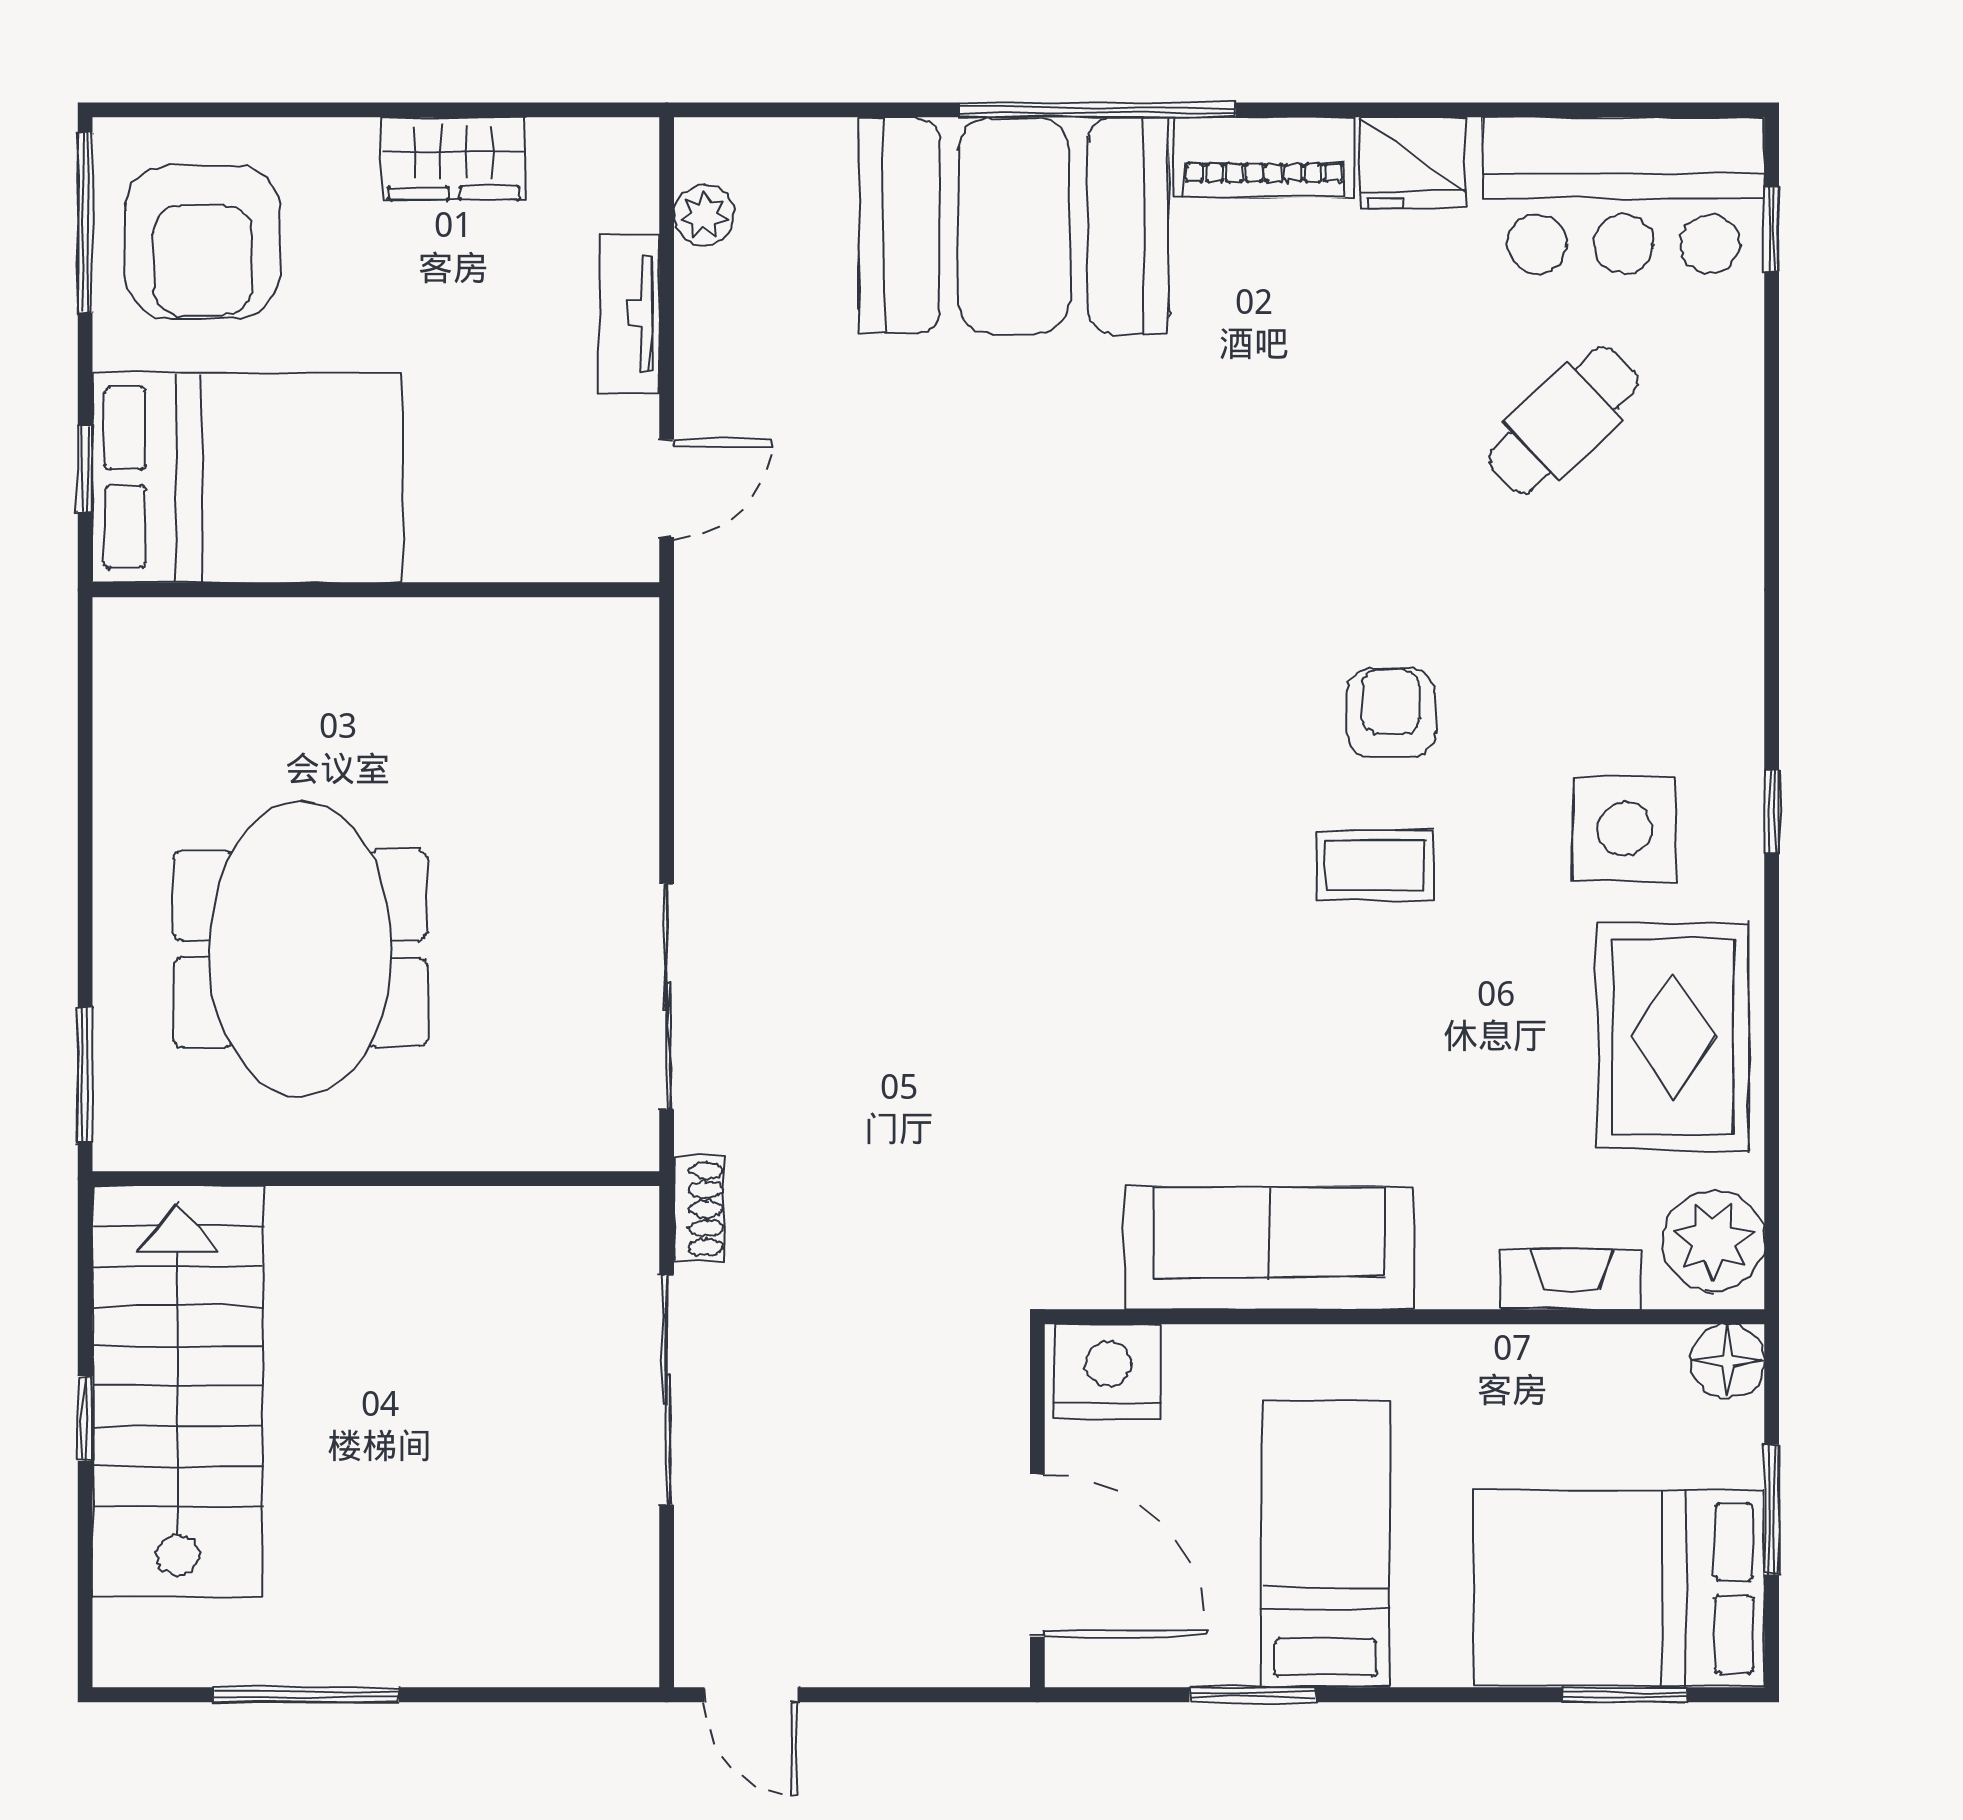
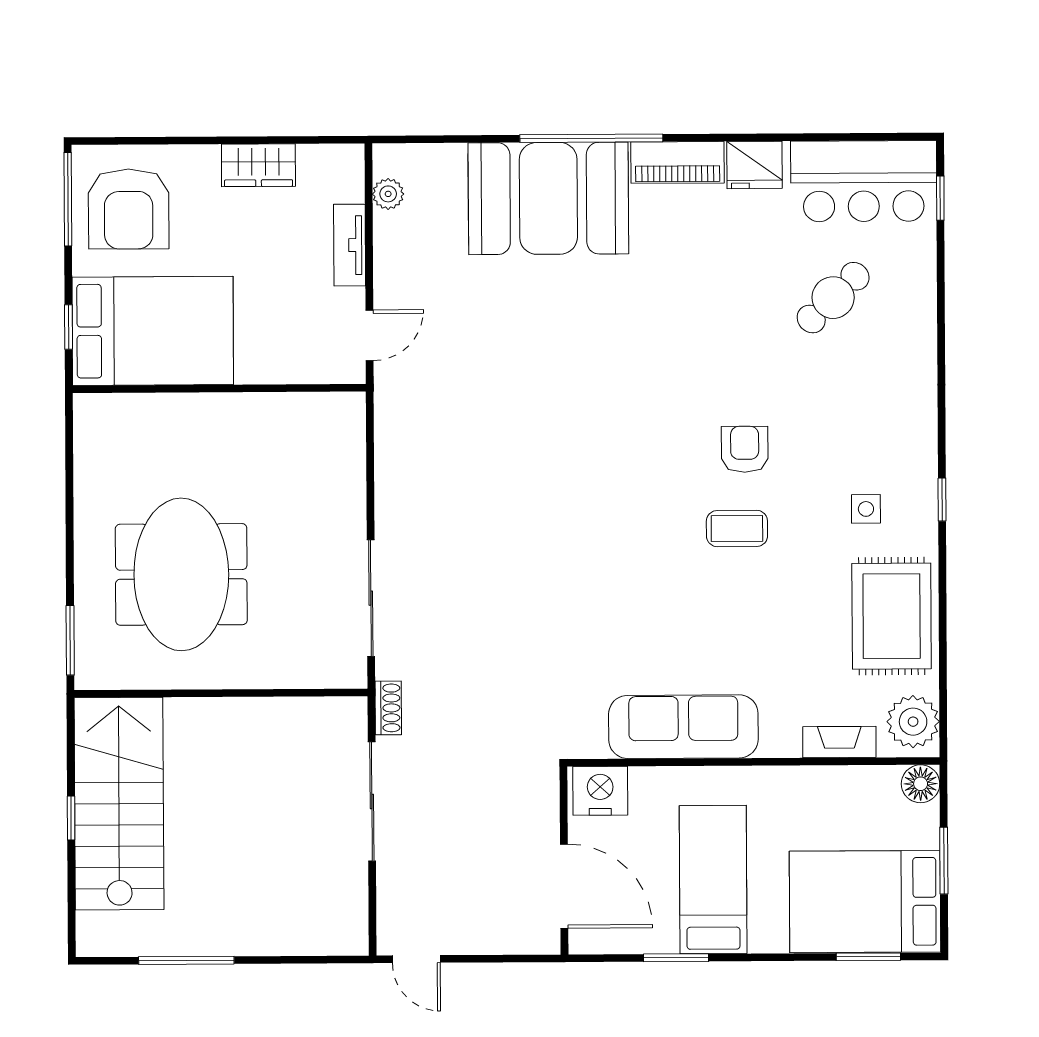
side table: (1625, 829) -> (866, 509), width x0.54, depth x0.54

